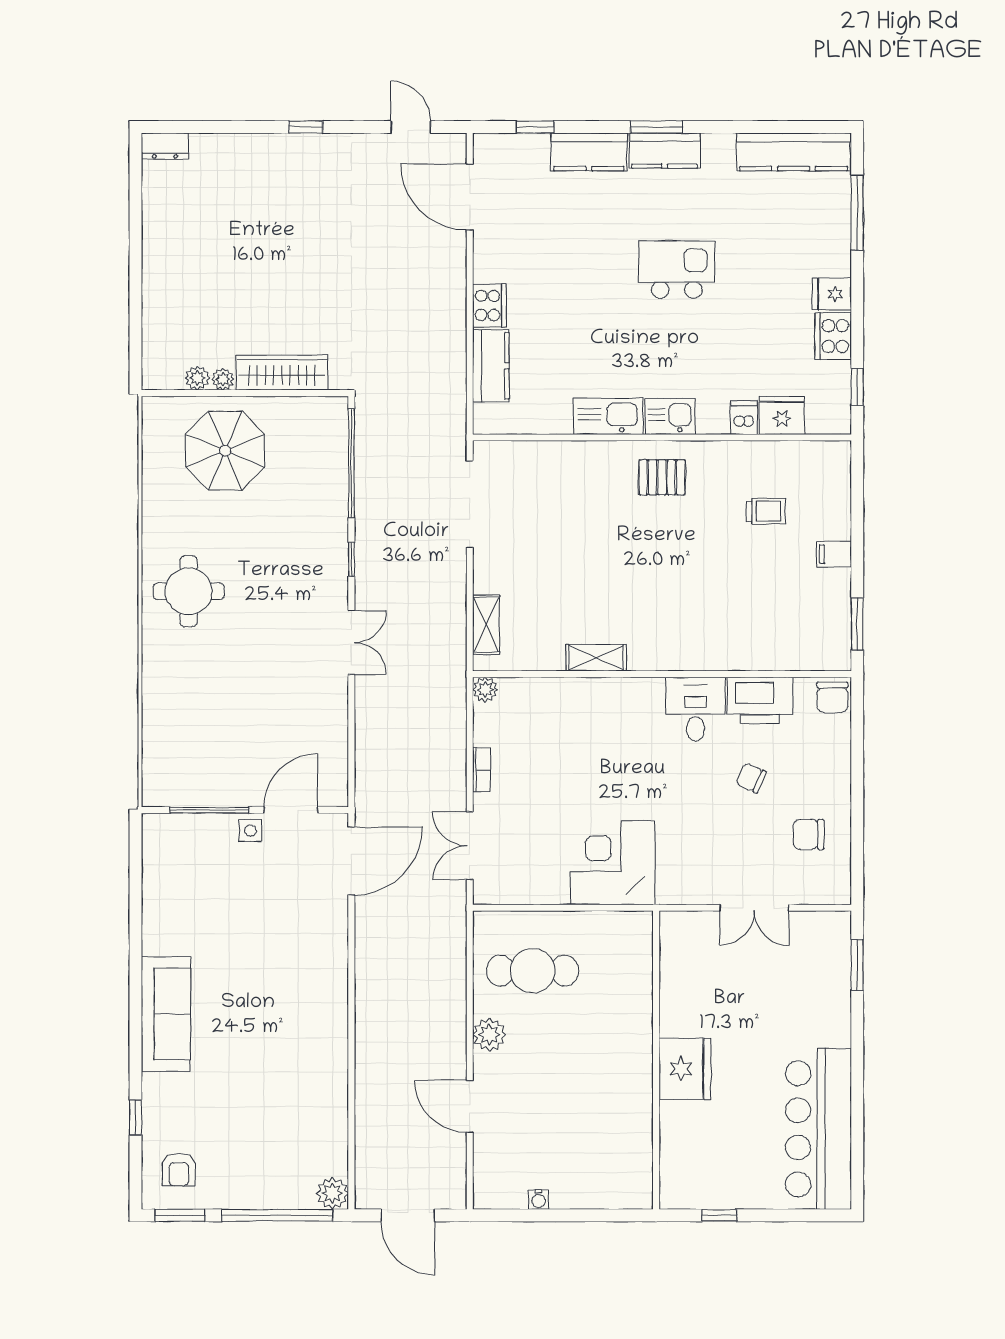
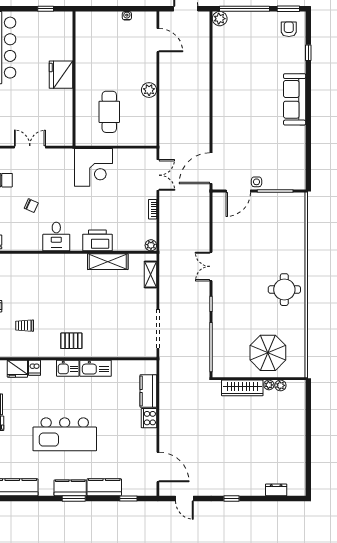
dresser: (165, 146) -> (276, 490), moved
kitchen island: (677, 270) -> (65, 434), width x1.87, depth x1.28
shelving: (596, 658) -> (108, 262), width x1.50, depth x1.33
printer: (760, 700) -> (97, 240), moved
cafe table: (533, 971) -> (109, 112), moved, turned 90
door: (470, 1106) -> (158, 40), moved

